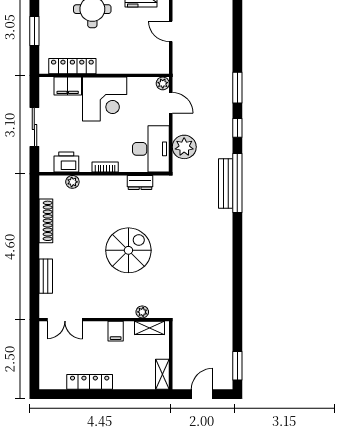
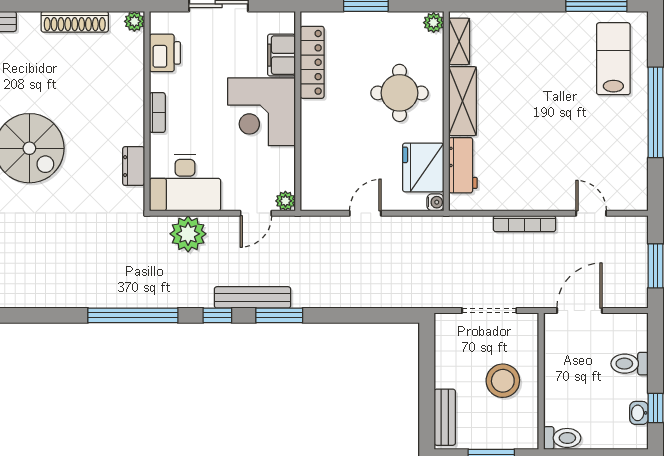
plant: (72, 182) -> (134, 21), moved
bench: (226, 184) -> (253, 297), moved

